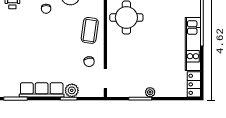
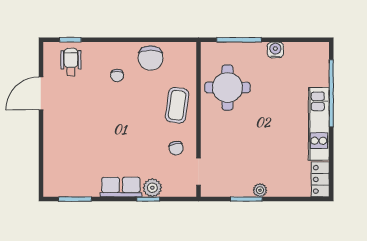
row of seats: (42, 90) -> (121, 187), width x0.68

